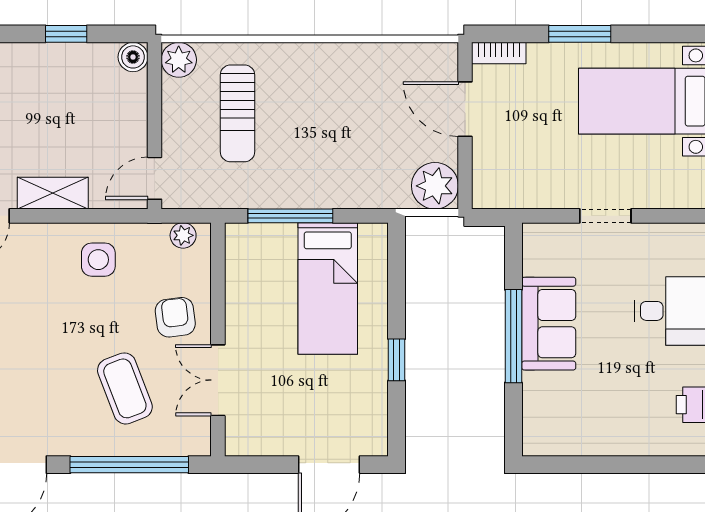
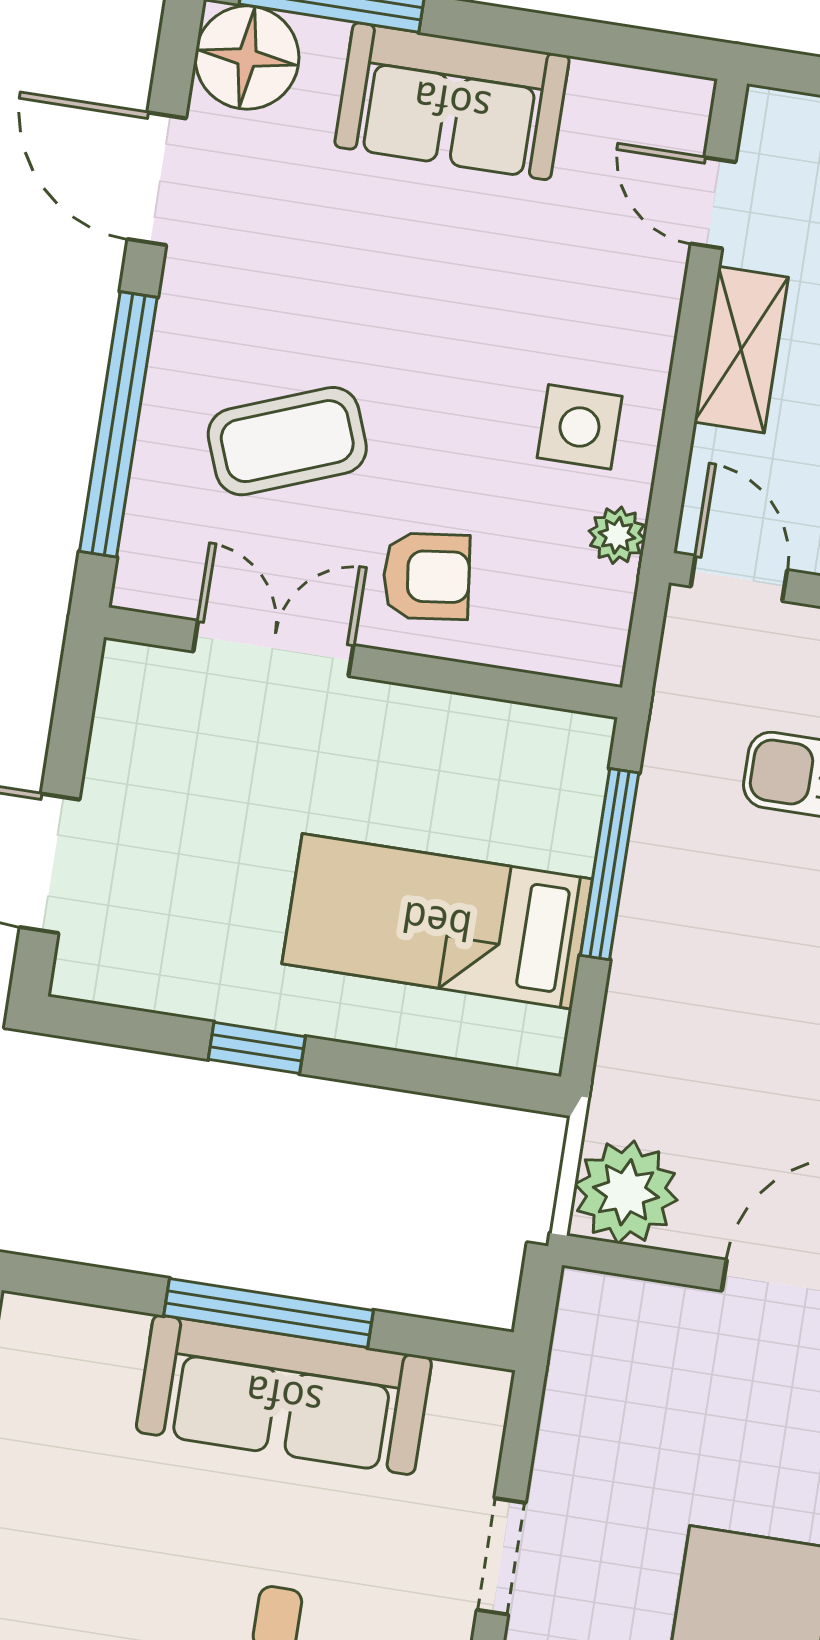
plant: (183, 235) -> (617, 535), moved
sofa: (549, 324) -> (284, 1395), width x1.36

